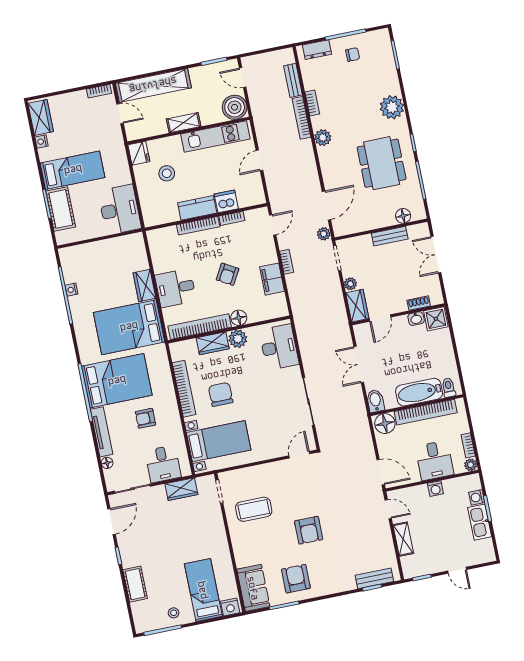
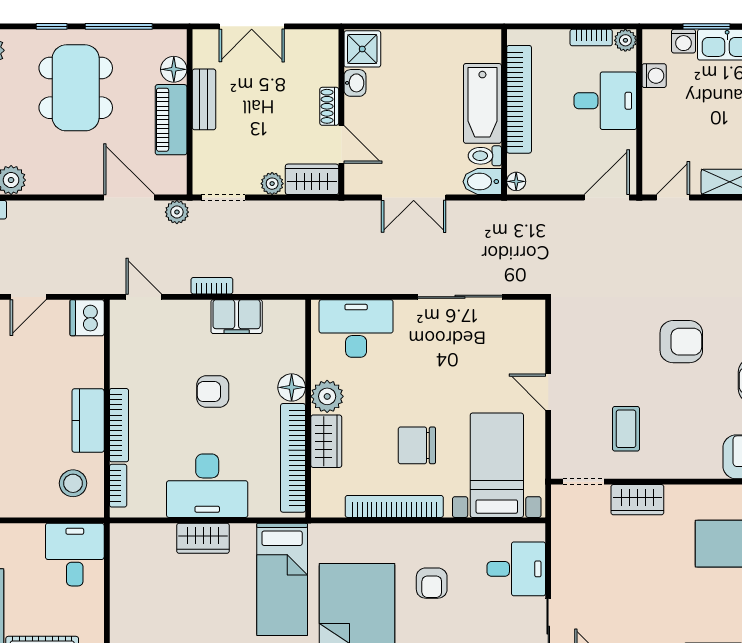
door: (259, 160) -> (28, 297), hinge flipped
dining table: (382, 163) -> (76, 88), turned 90
stool: (167, 173) -> (73, 483), moved
dishwasher: (226, 201) -> (87, 318), moved
desk: (120, 210) -> (75, 555), width x0.73
bookcase: (232, 218) -> (118, 486), moved
piano: (375, 220) -> (171, 120), added
armchair: (228, 274) -> (213, 392), turned 150
desk: (176, 288) -> (207, 486), width x1.37
shoe rack: (419, 303) -> (329, 106), moved
bed: (129, 327) -> (282, 579), width x0.67
toilet: (449, 387) -> (485, 156), moved
floor lamp: (385, 424) -> (516, 181), width x0.53, depth x0.53
door: (299, 455) -> (548, 392), moved
wardrobe: (181, 489) -> (637, 500), moved, turned 90
washing machine: (435, 489) -> (654, 76), moved
coffee table: (254, 509) -> (626, 429), width x0.73, depth x0.77

